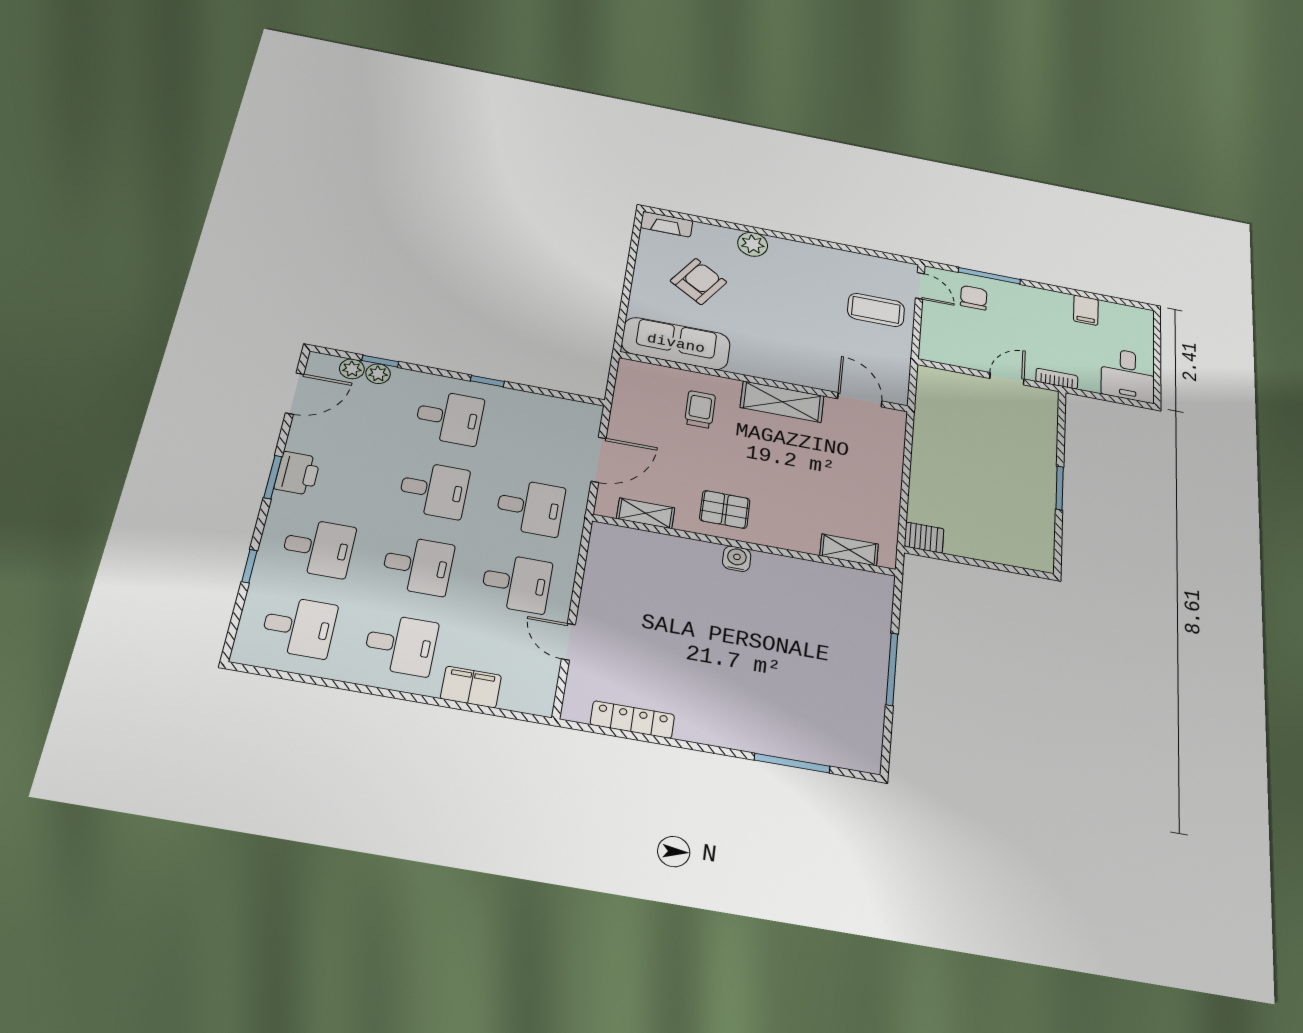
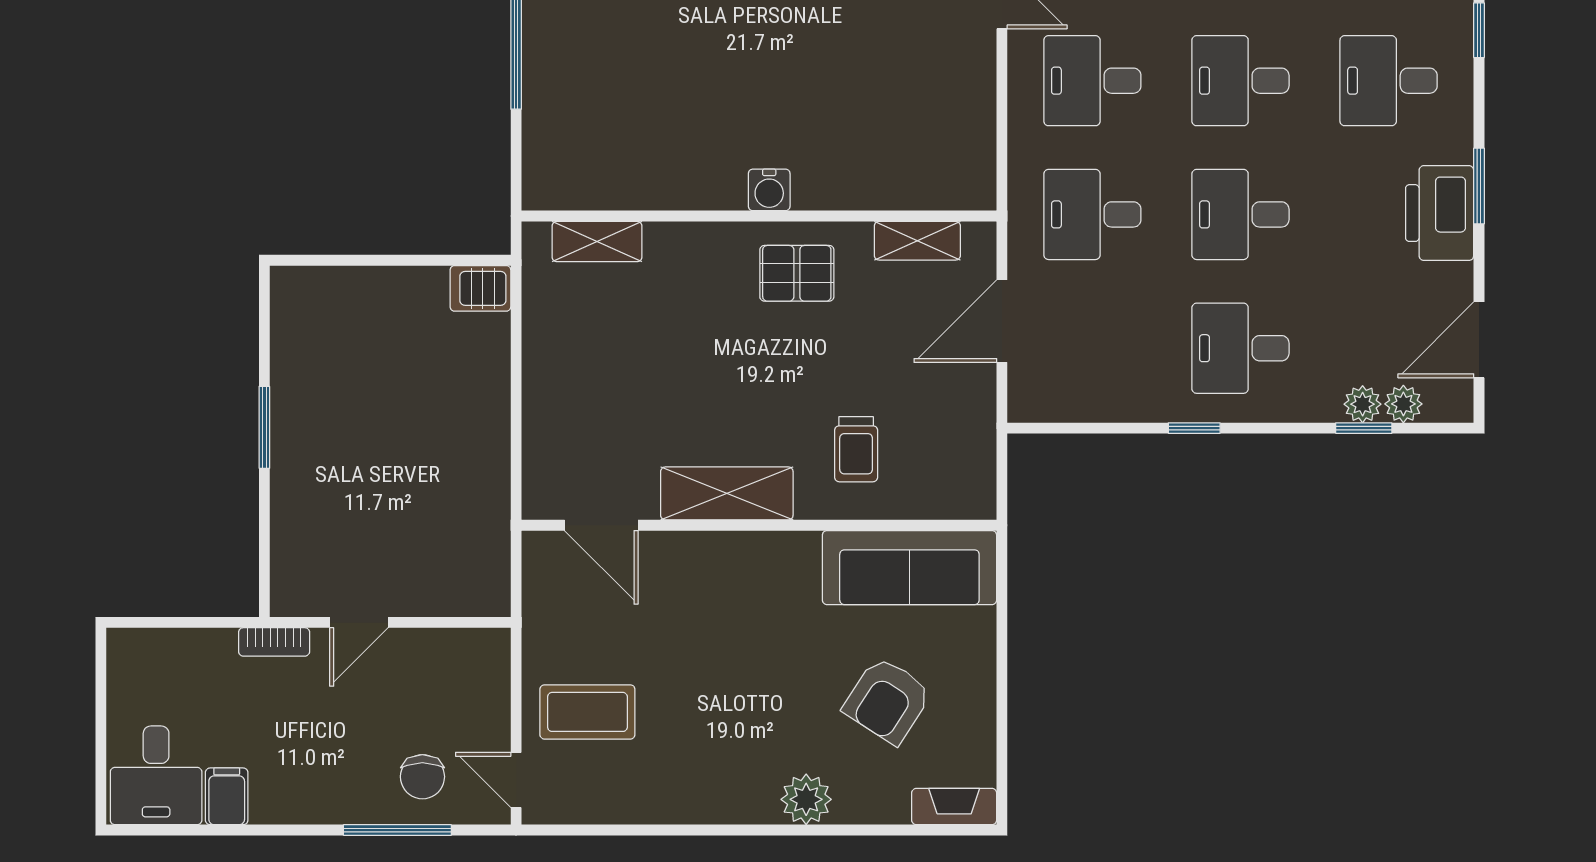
desk: (1128, 375) -> (156, 775), moved, turned 180
printer: (297, 473) -> (1440, 213), width x1.37, depth x1.19

